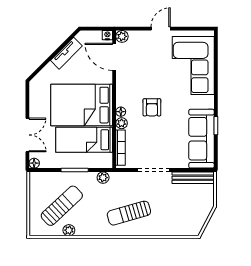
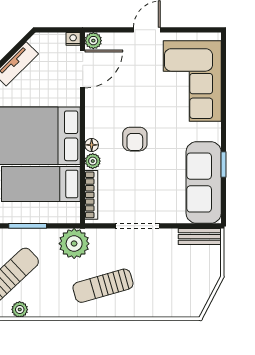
door: (114, 57) -> (83, 69), swing flipped
plant: (103, 178) -> (74, 244), width x1.88, depth x1.88
bench: (193, 178) -> (200, 237), width x0.73

